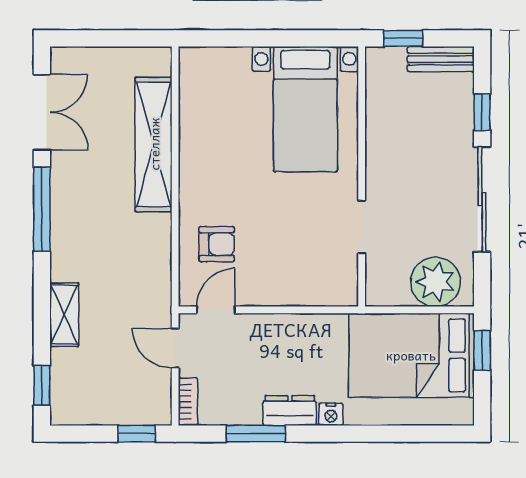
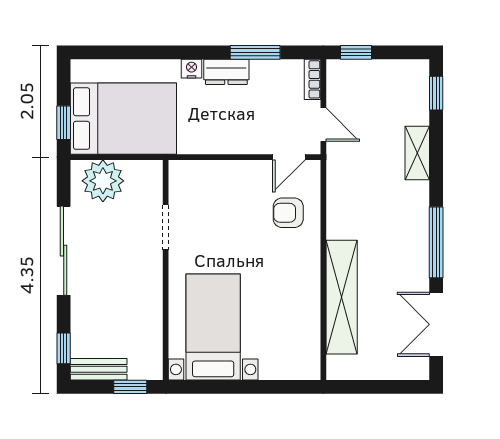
window: (482, 112) -> (64, 348), moved

